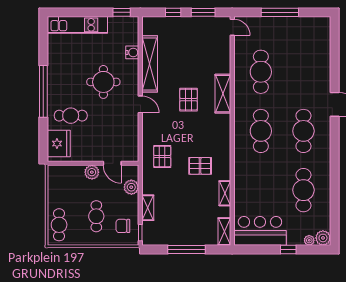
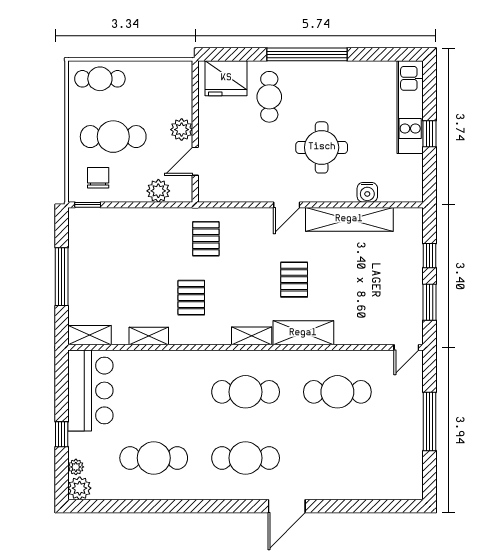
window: (122, 12) -> (430, 134), moved
pallet: (189, 100) -> (294, 280), turned 90
pallet: (162, 157) -> (206, 239), turned 90
shelving: (148, 208) -> (252, 336), moved
cafe table: (96, 216) -> (113, 137), width x1.37, depth x1.35

